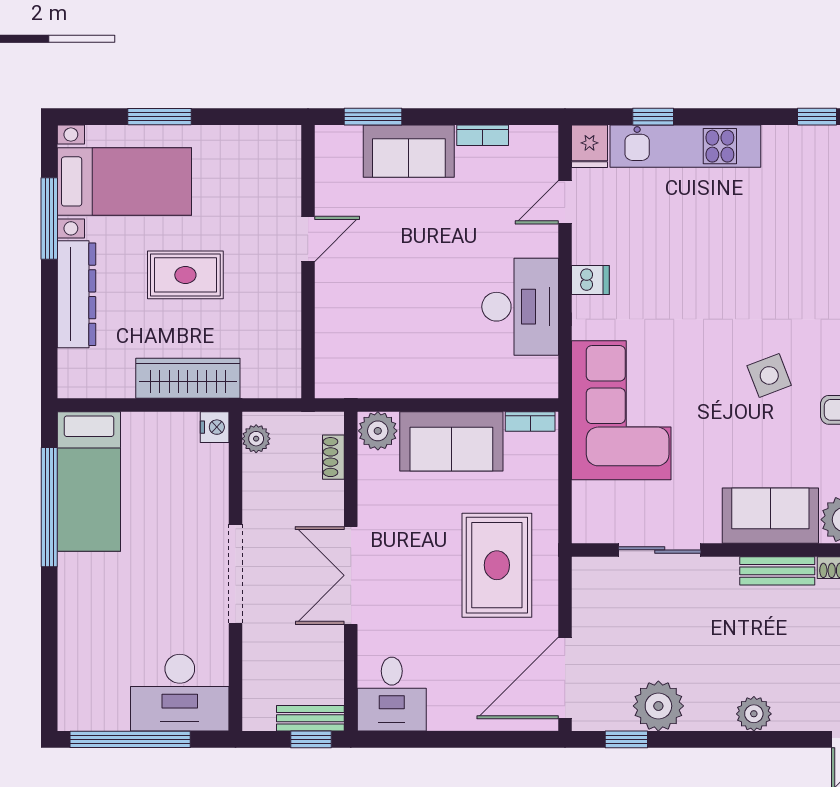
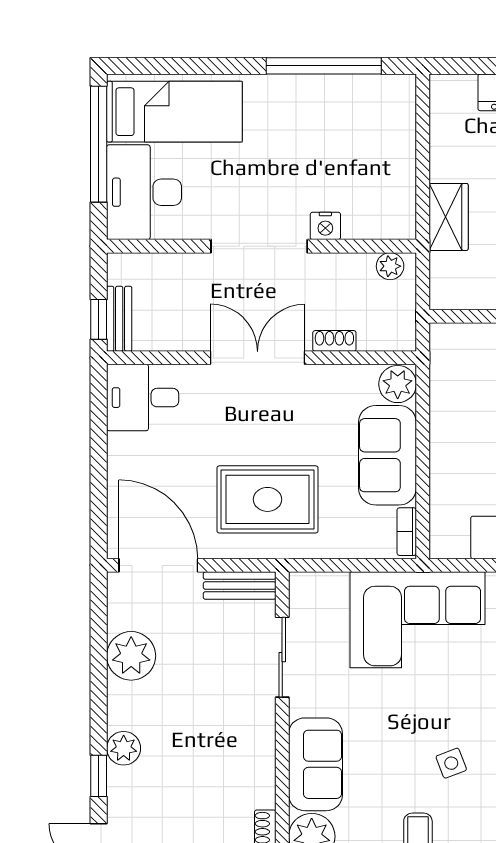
side table: (769, 375) -> (451, 763), width x0.73, depth x0.73
wardrobe: (188, 378) -> (449, 217), width x0.67
nightstand: (215, 427) -> (325, 226), moved
shoe rack: (333, 457) -> (334, 341), moved
bed: (89, 481) -> (174, 112), moved, turned 180
bench: (777, 571) -> (240, 586), moved, turned 90
window: (626, 739) -> (99, 776), moved

